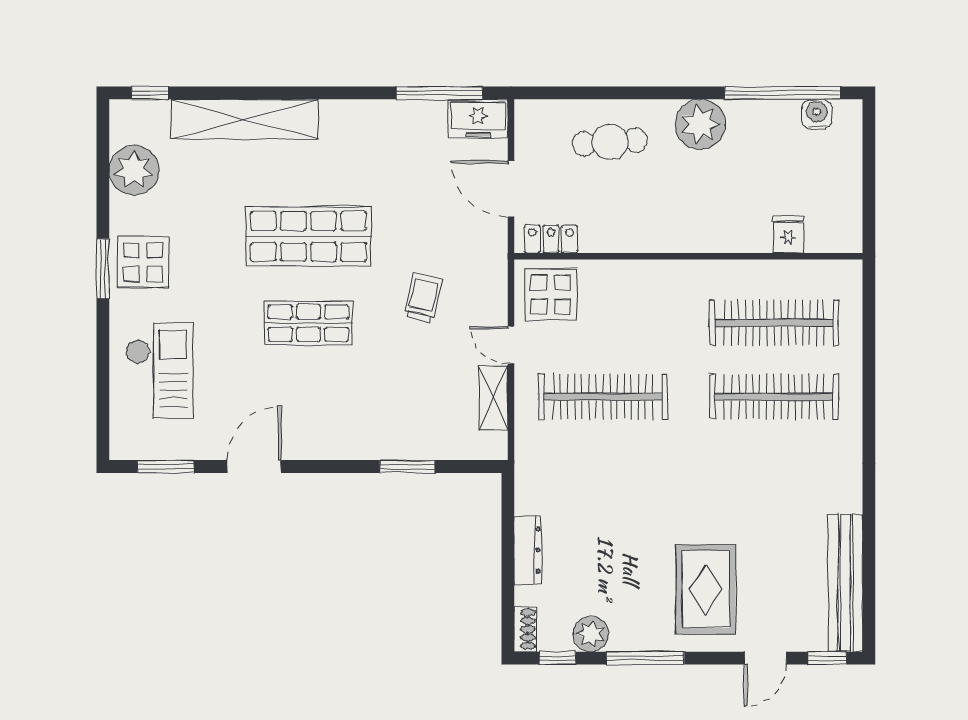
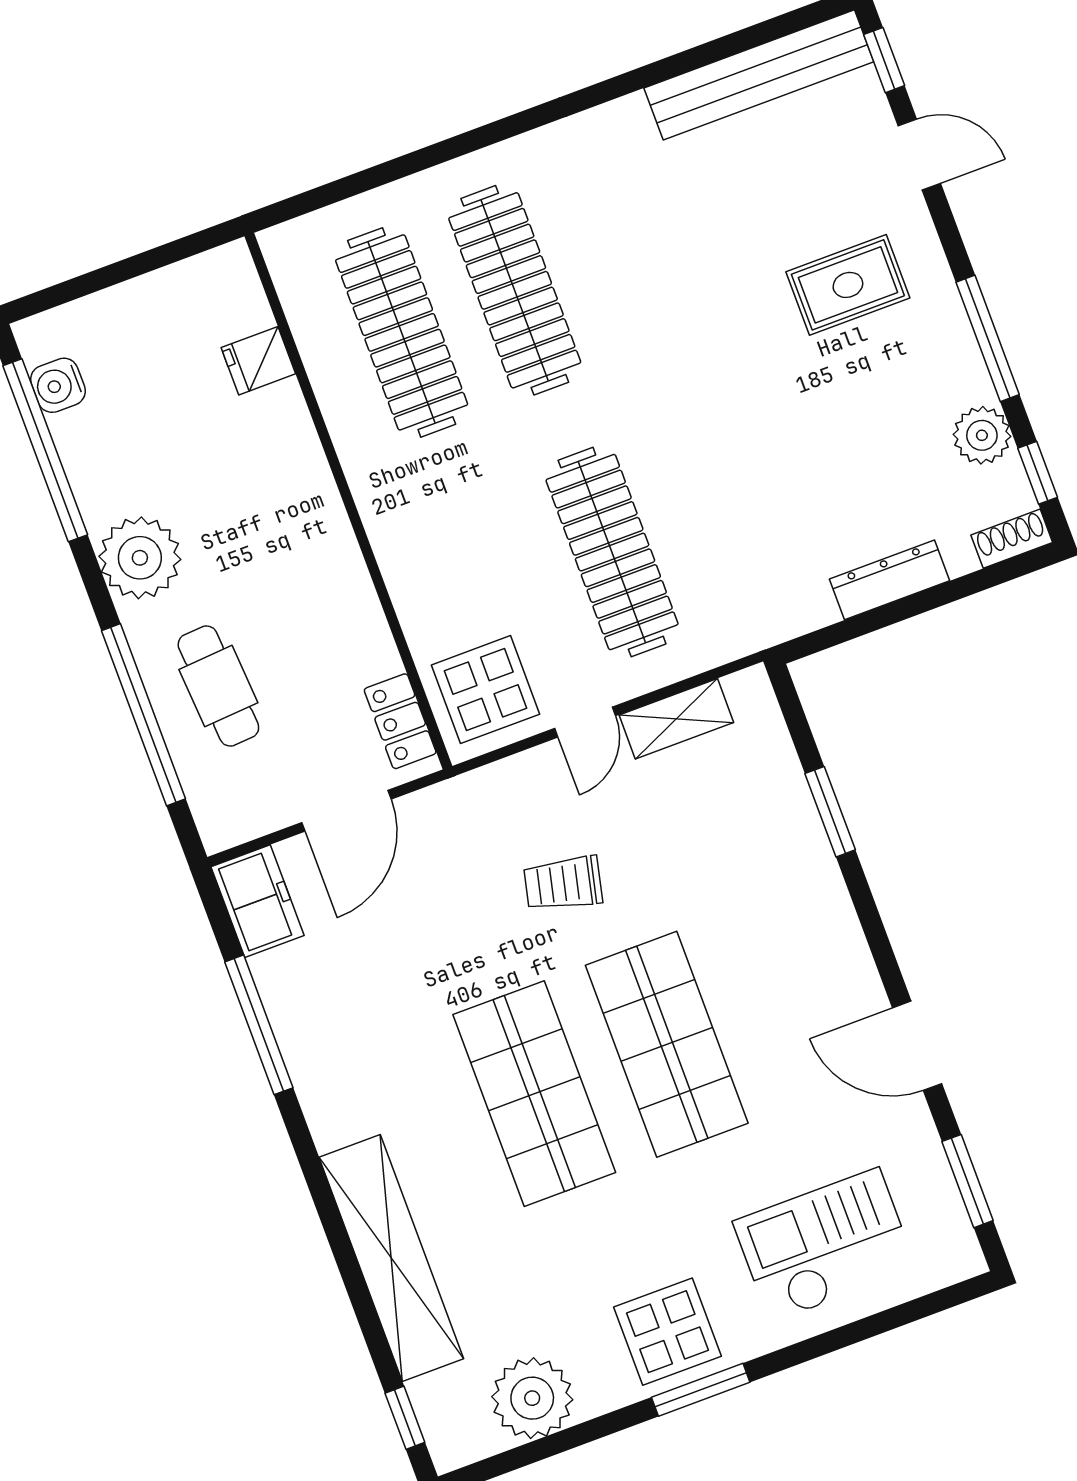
window: (439, 93) -> (259, 1025), moved
window: (609, 93) -> (144, 715), added
shop shelf: (308, 323) -> (667, 1044), width x1.43, depth x1.36
rug: (706, 589) -> (848, 285), width x0.73, depth x0.70

